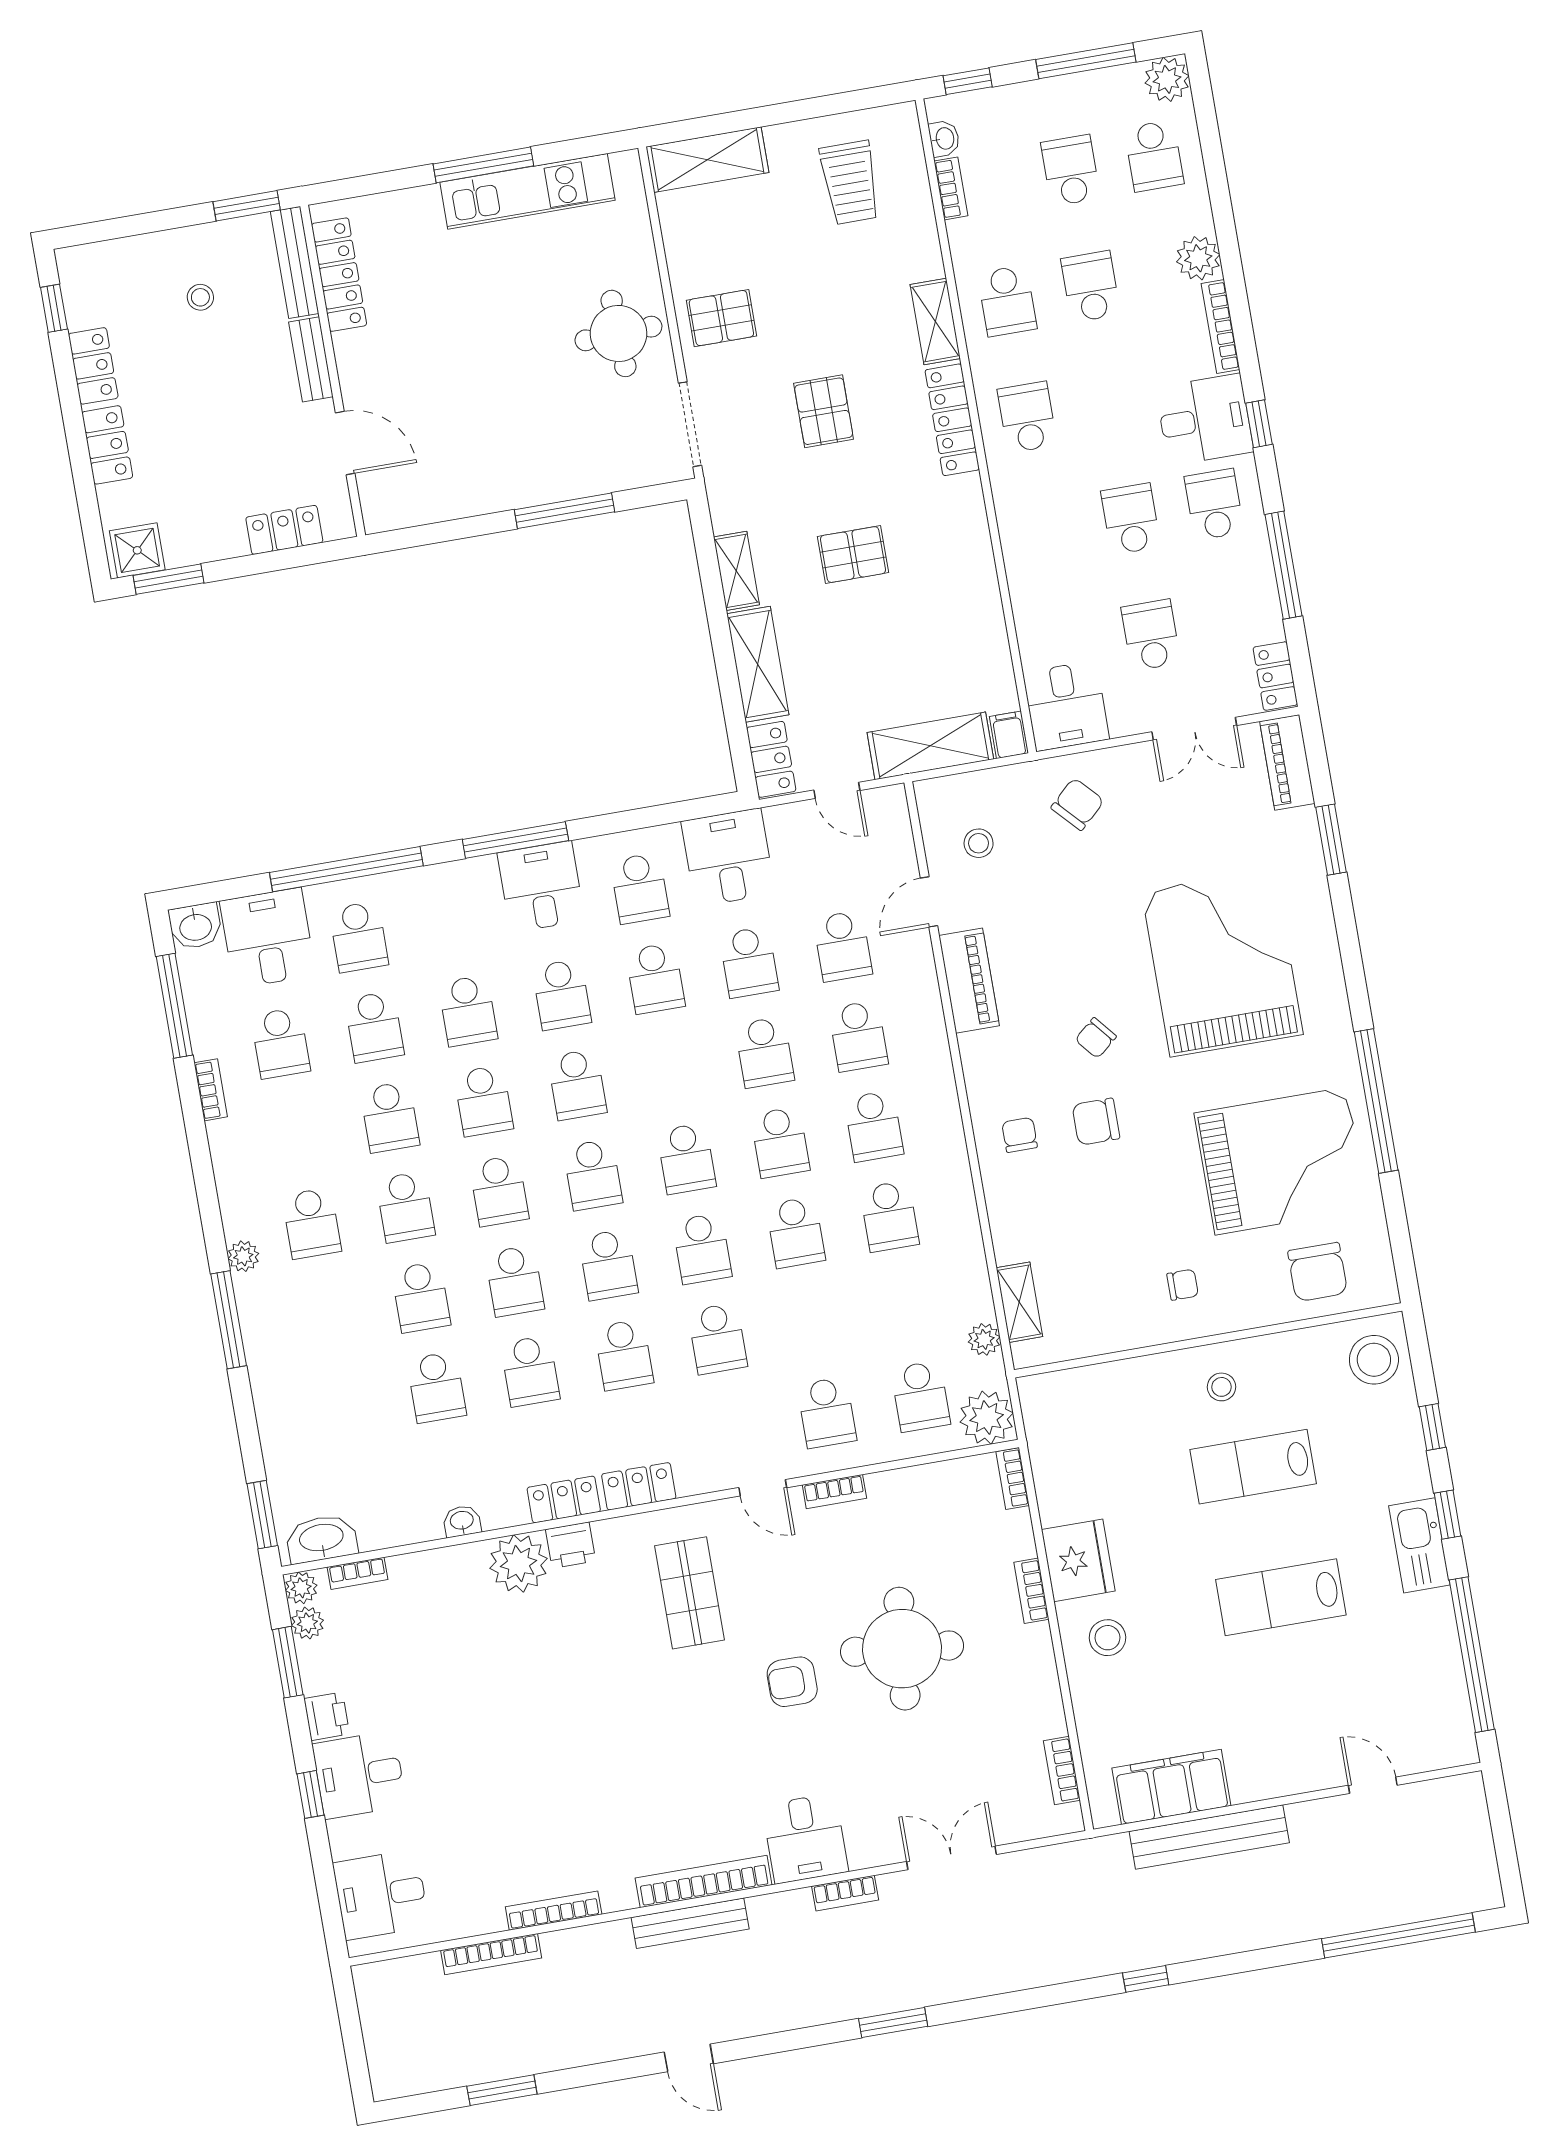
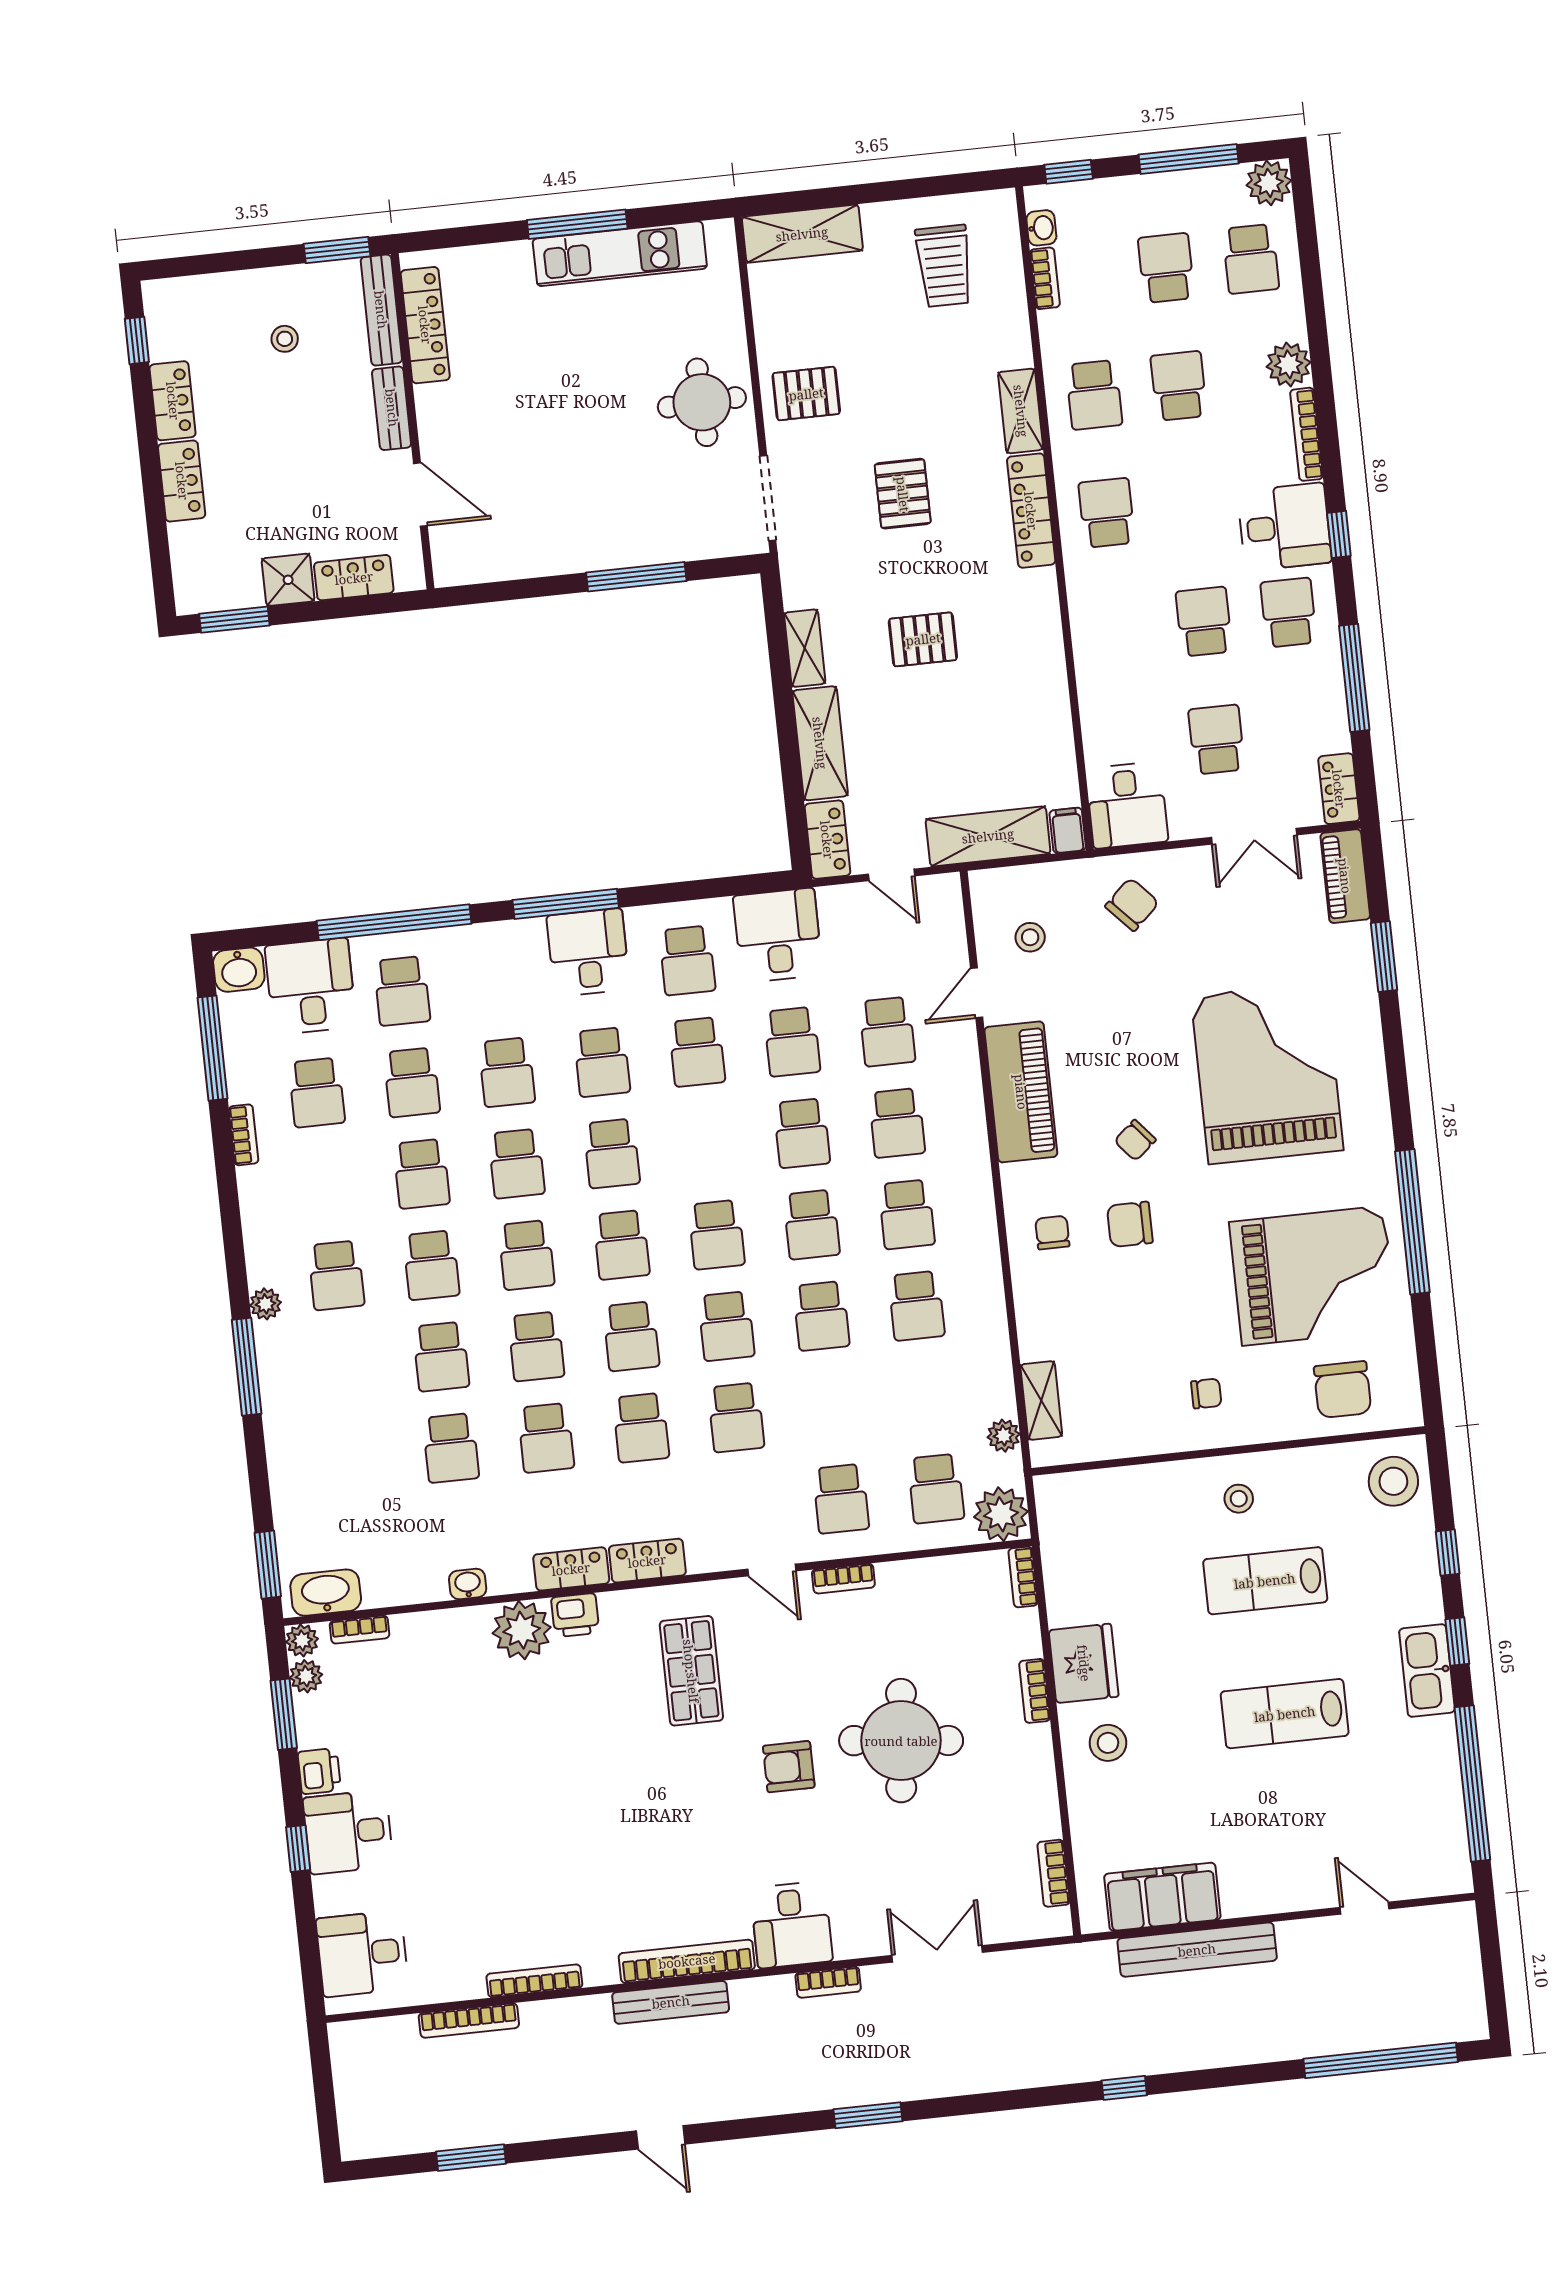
shower: (137, 550) -> (288, 580), moved
piano: (969, 981) -> (1021, 1092), width x1.37, depth x1.33

